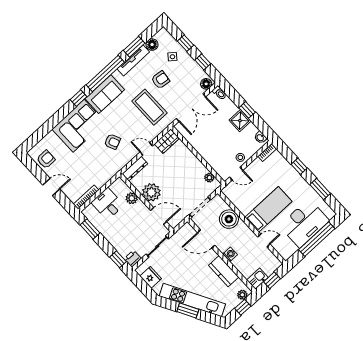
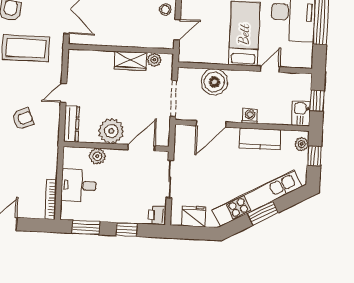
wardrobe: (167, 141) -> (131, 61), moved, turned 90
window: (118, 259) -> (127, 229), moved

